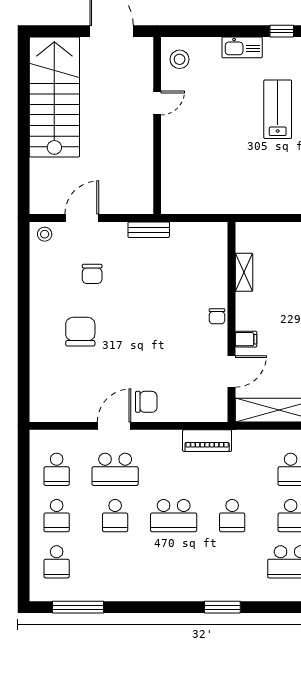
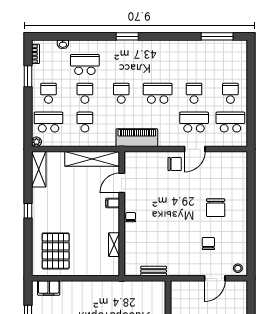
bench: (149, 230) -> (154, 271), moved
chair: (146, 402) -> (175, 164), turned 180
piano: (207, 441) -> (137, 138), width x1.37, depth x1.33
school desk: (57, 469) -> (230, 122), width x1.85
school desk: (57, 562) -> (230, 65), removed

